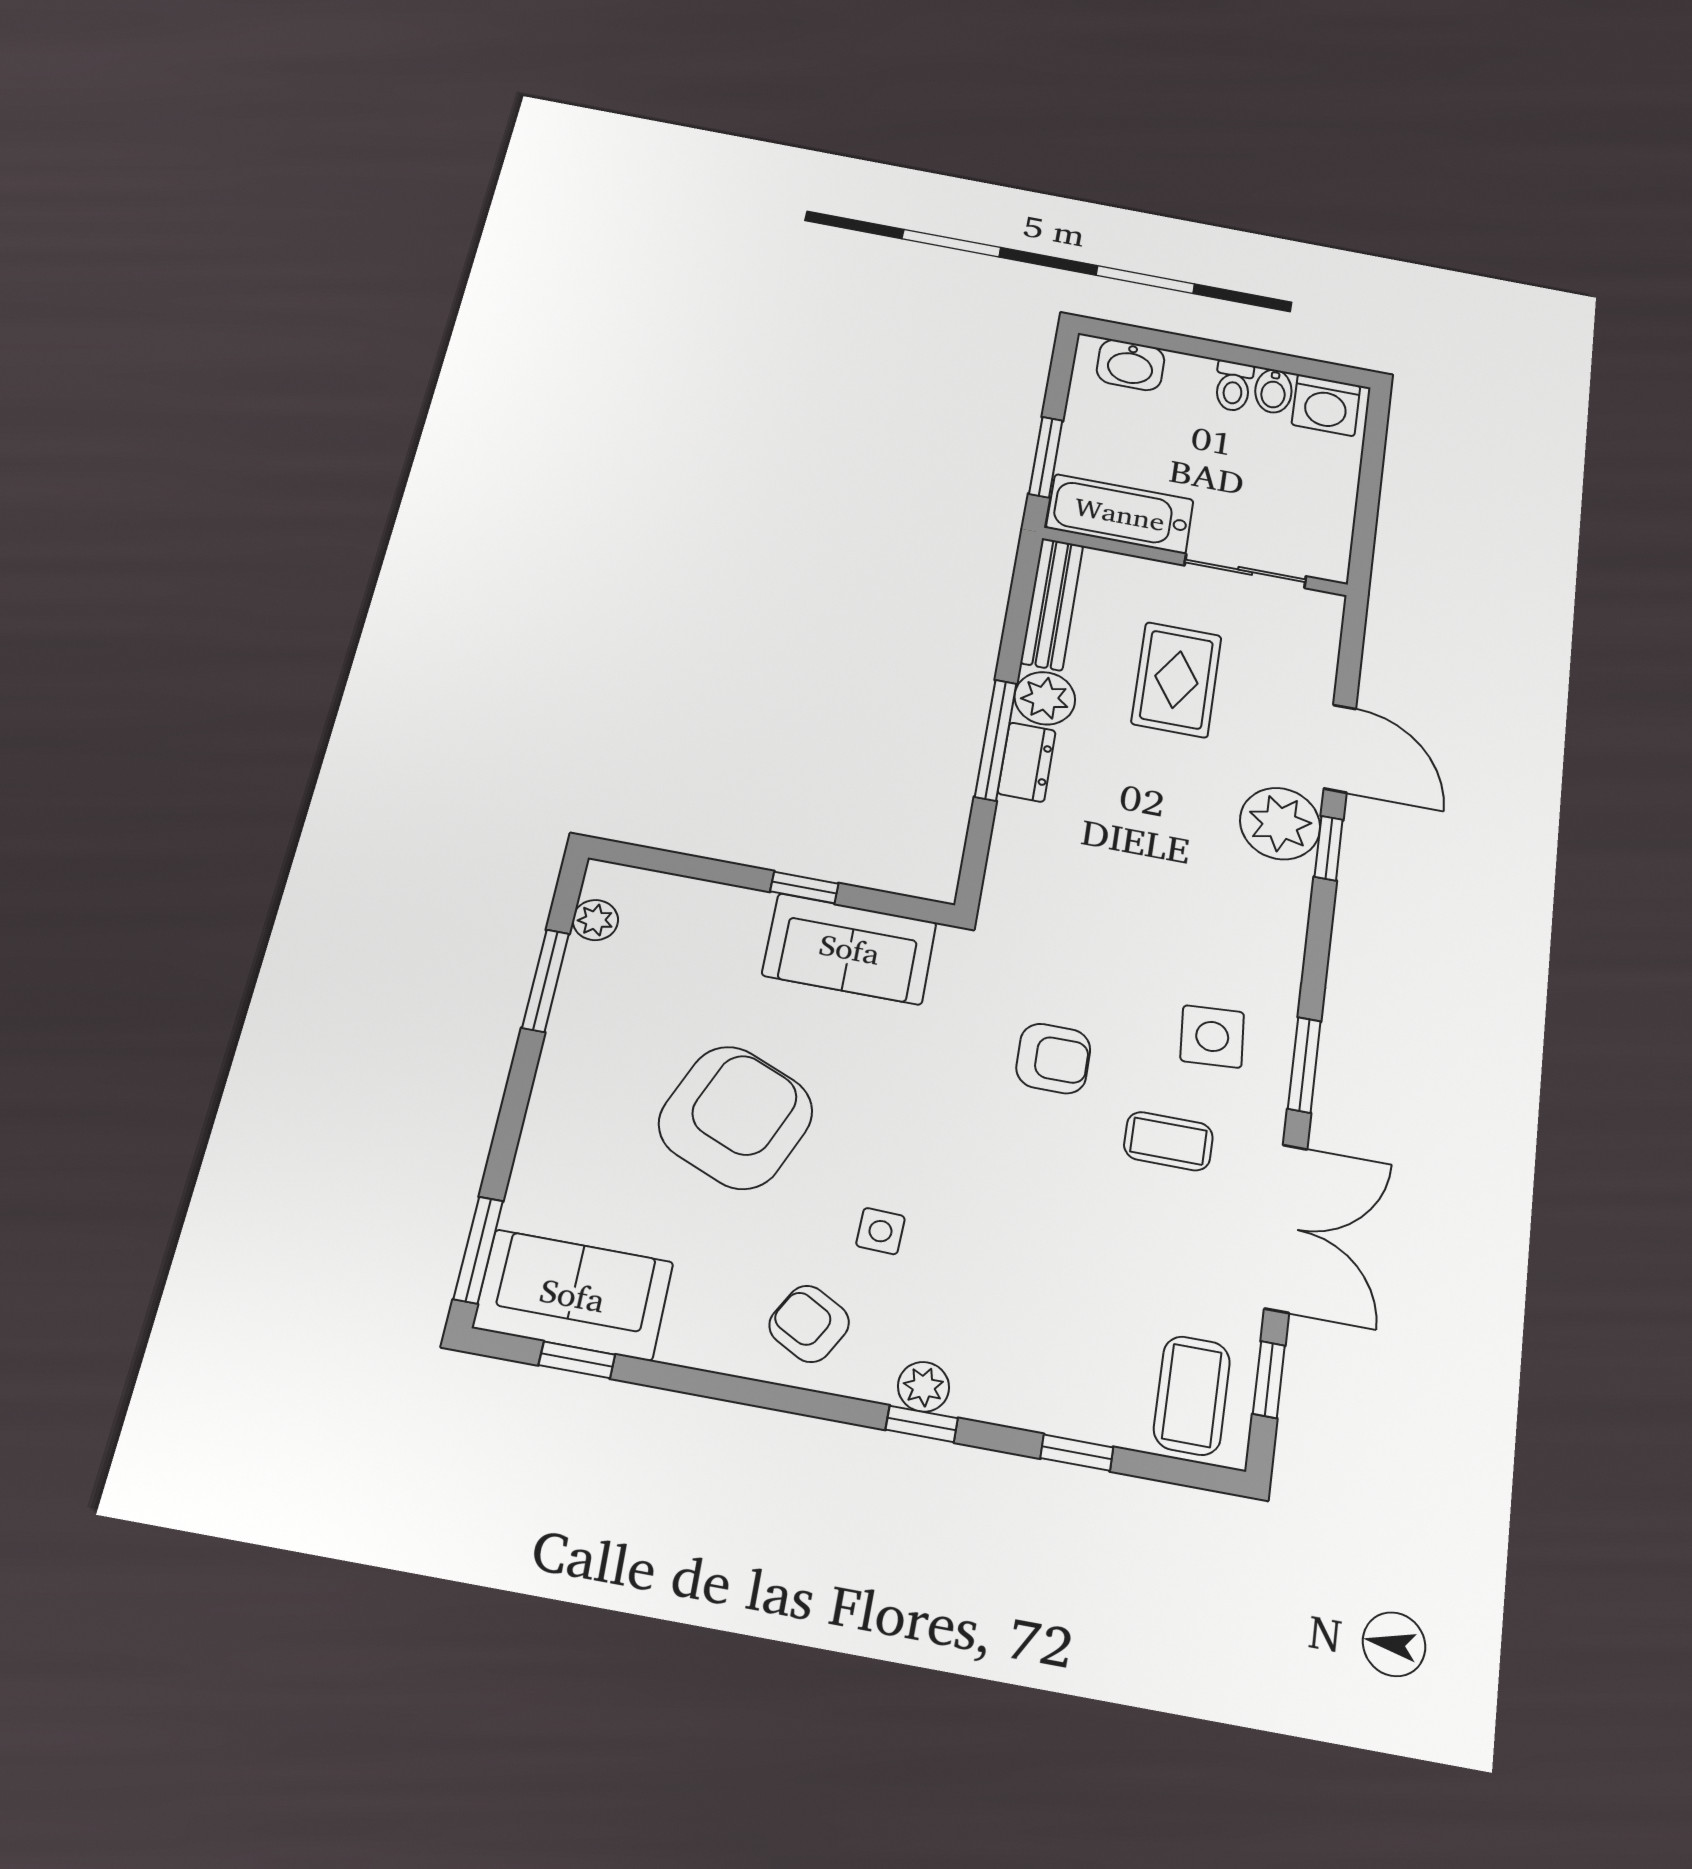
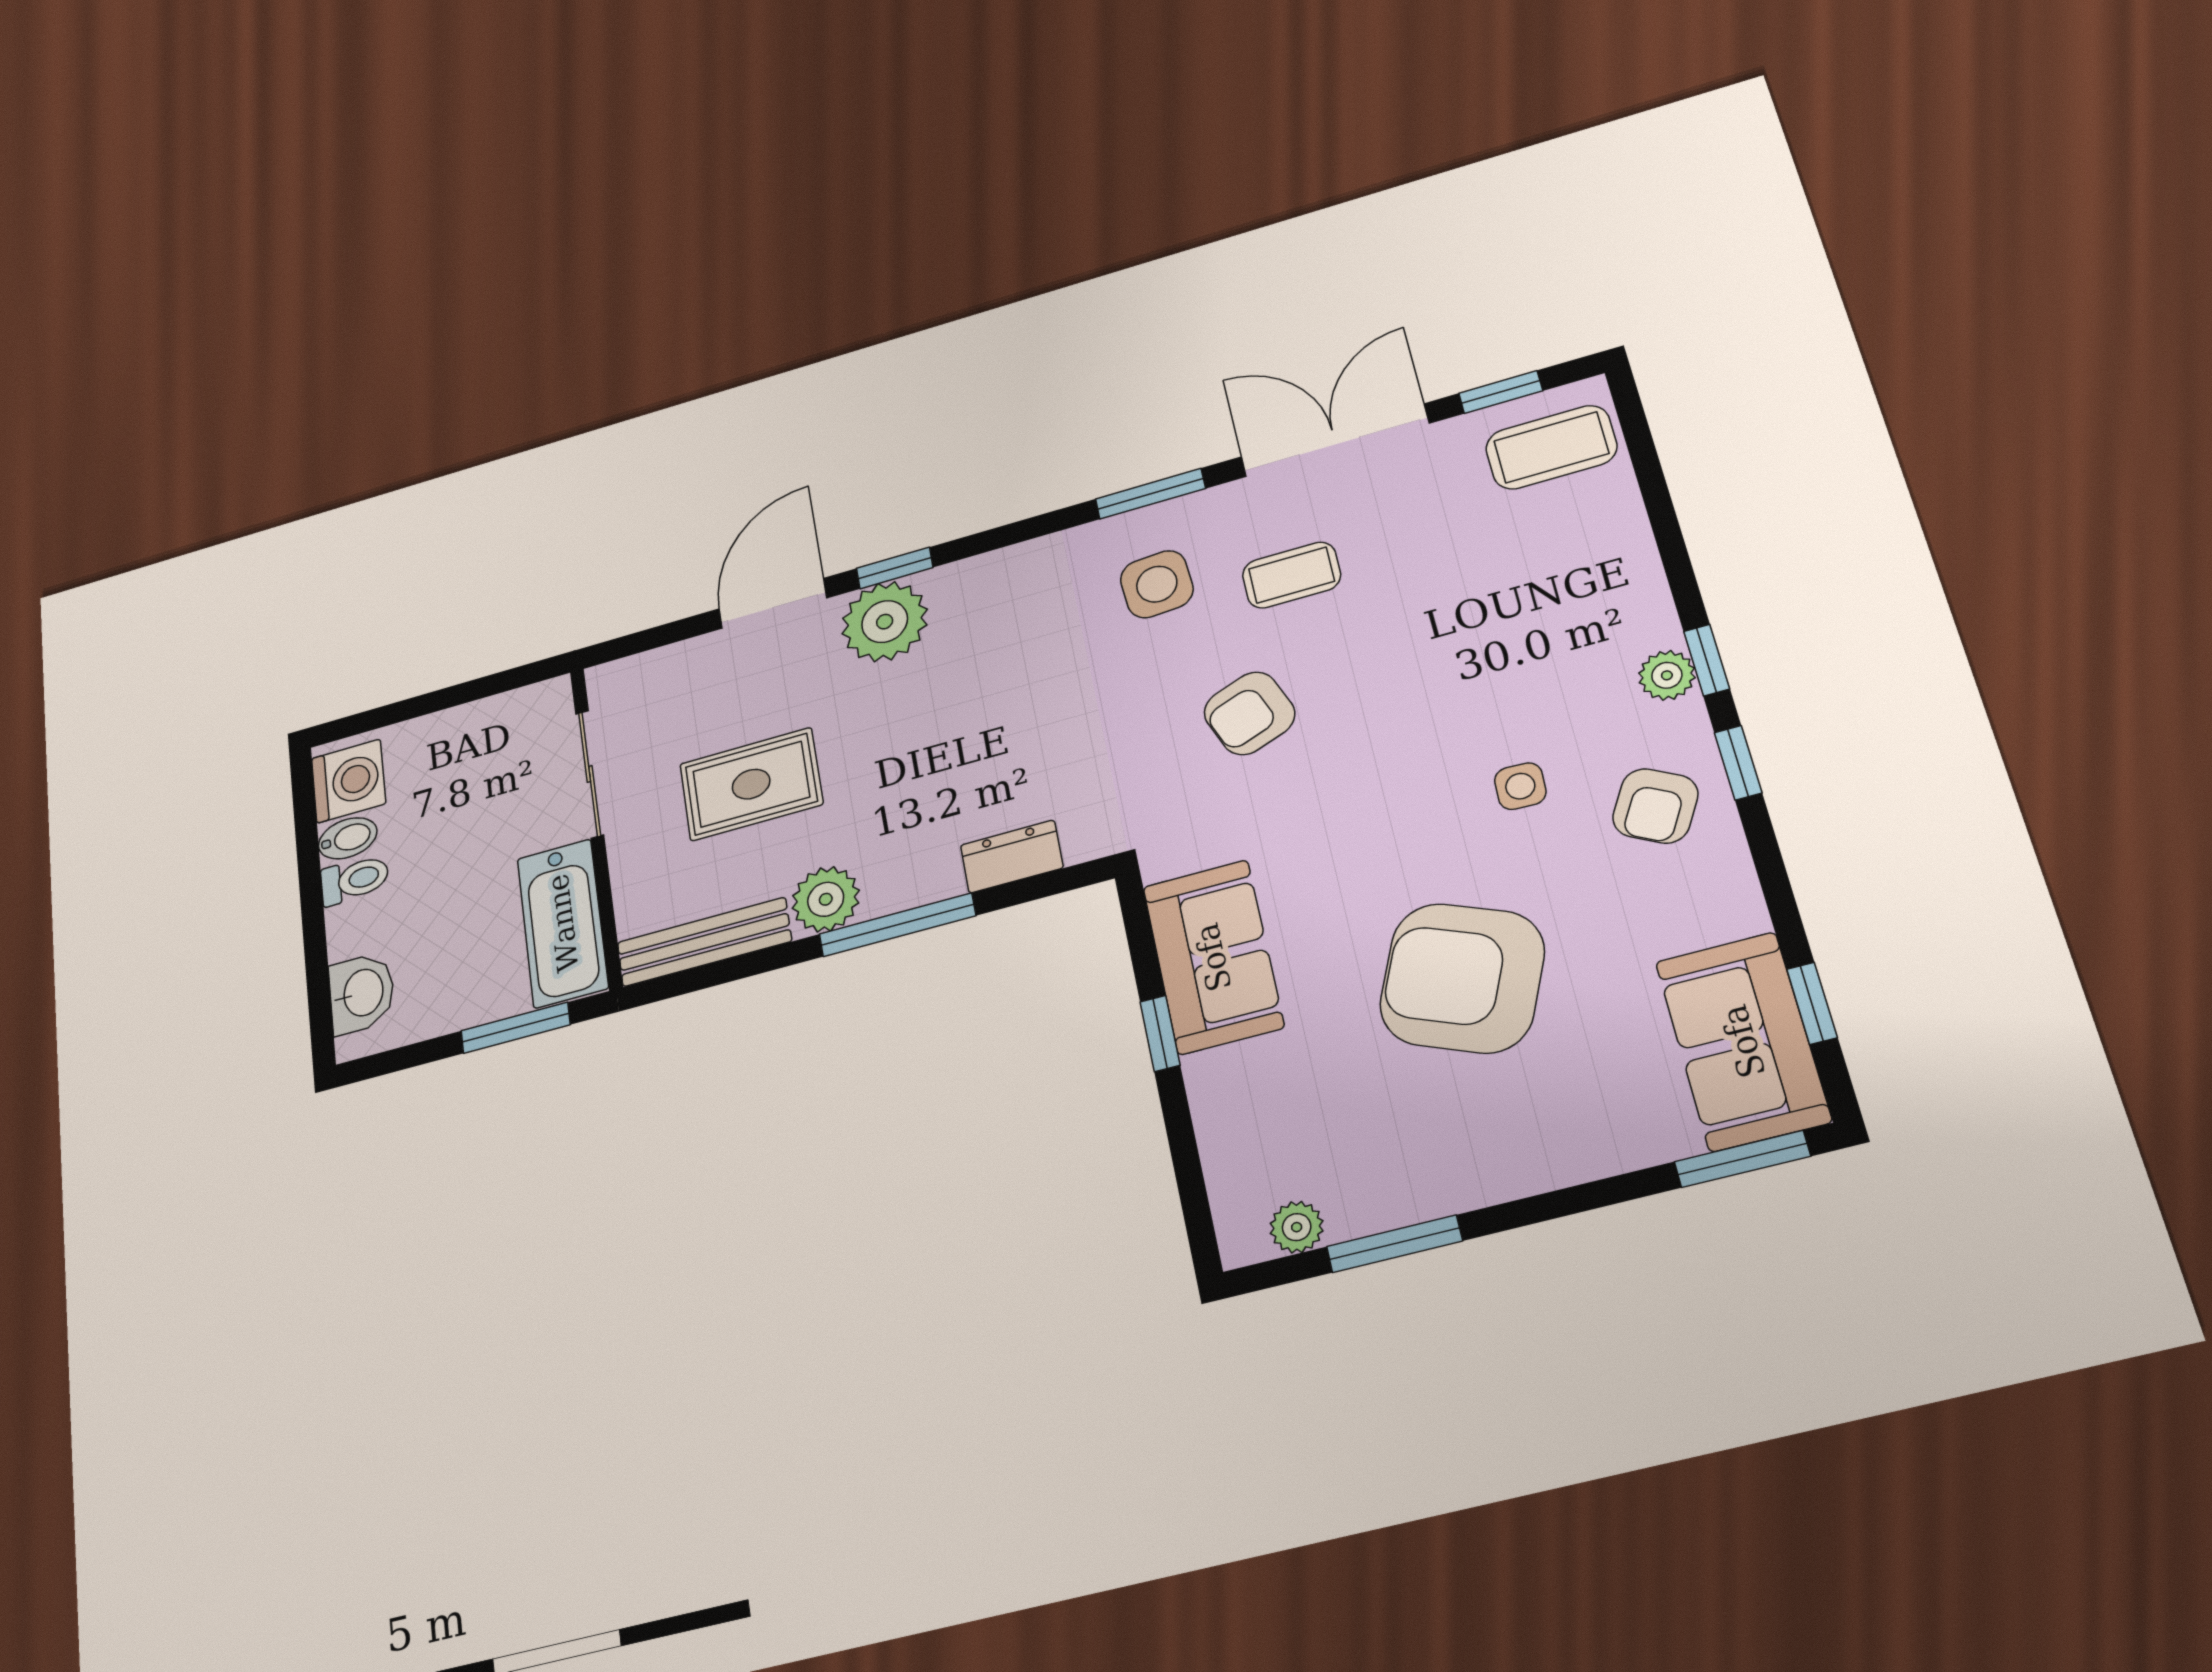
dresser: (1027, 762) -> (1012, 857), moved
armchair: (1053, 1058) -> (1249, 713), turned -111
coffee table: (1168, 1141) -> (1292, 575), turned 90
window: (1077, 1453) -> (1738, 763), moved

